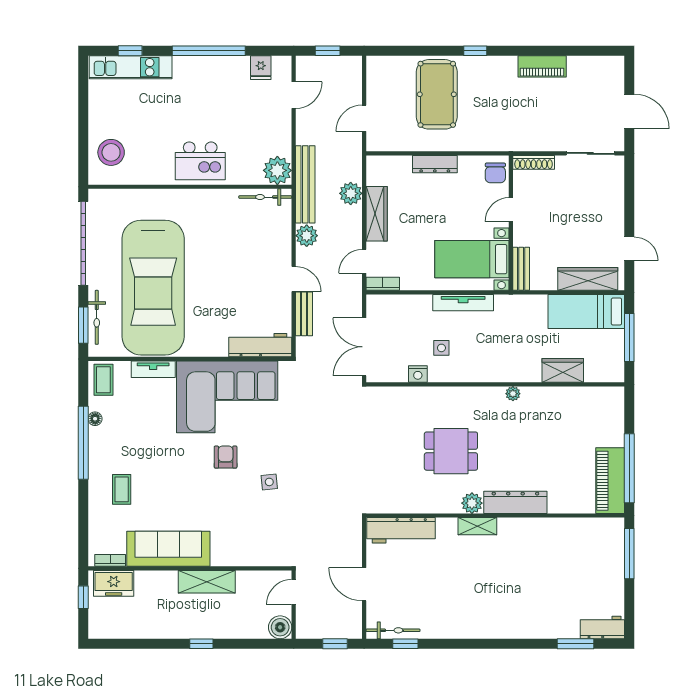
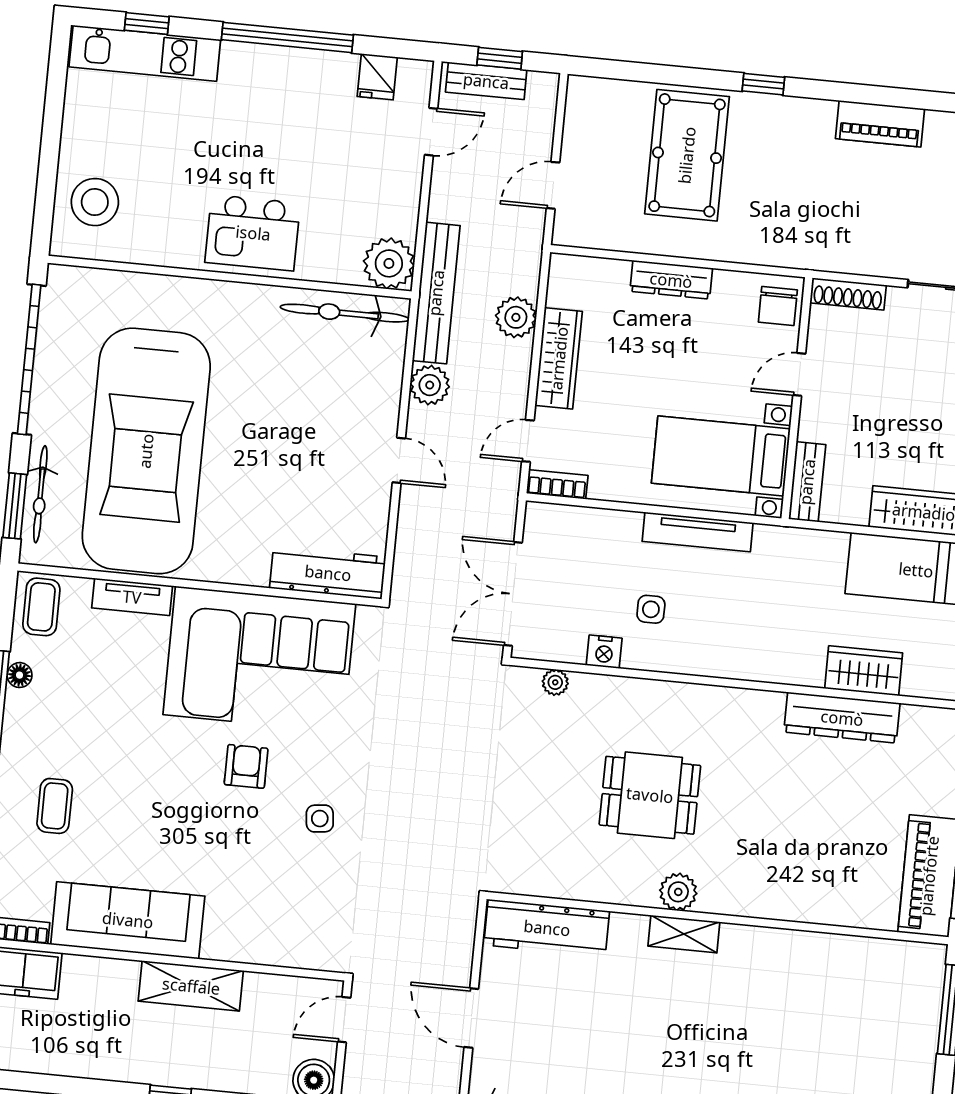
bicycle: (265, 197) -> (345, 313), width x1.37, depth x1.40
bench: (304, 314) -> (486, 81), moved, turned 90
plant: (513, 394) -> (555, 682), moved
dresser: (515, 502) -> (842, 718), moved, turned 180

